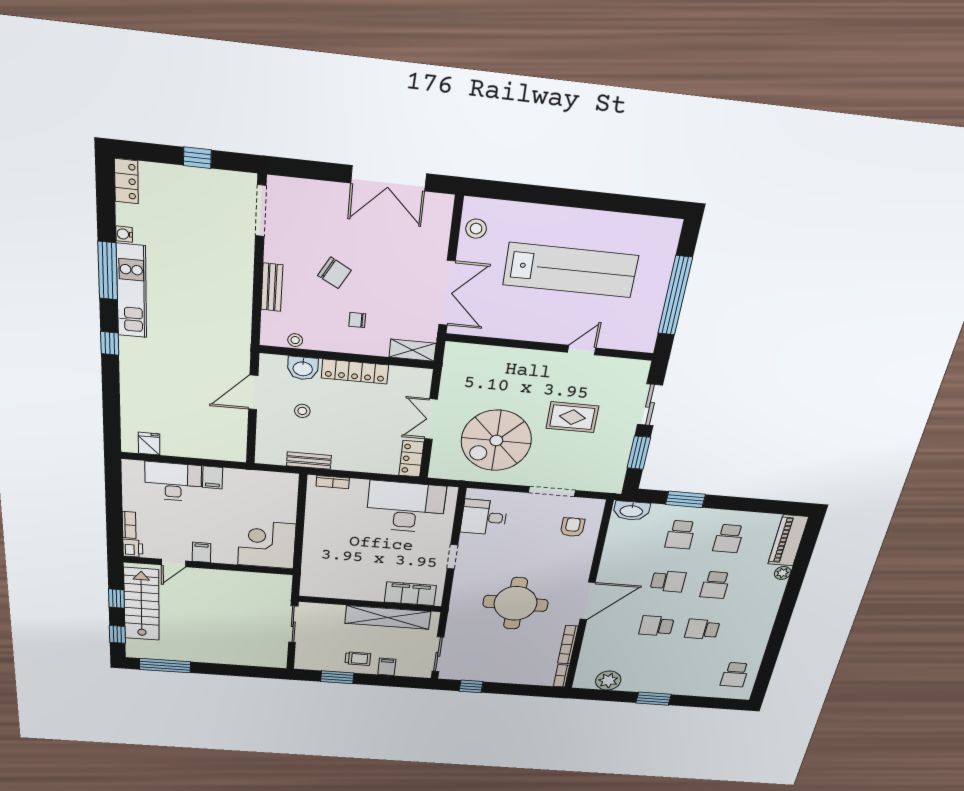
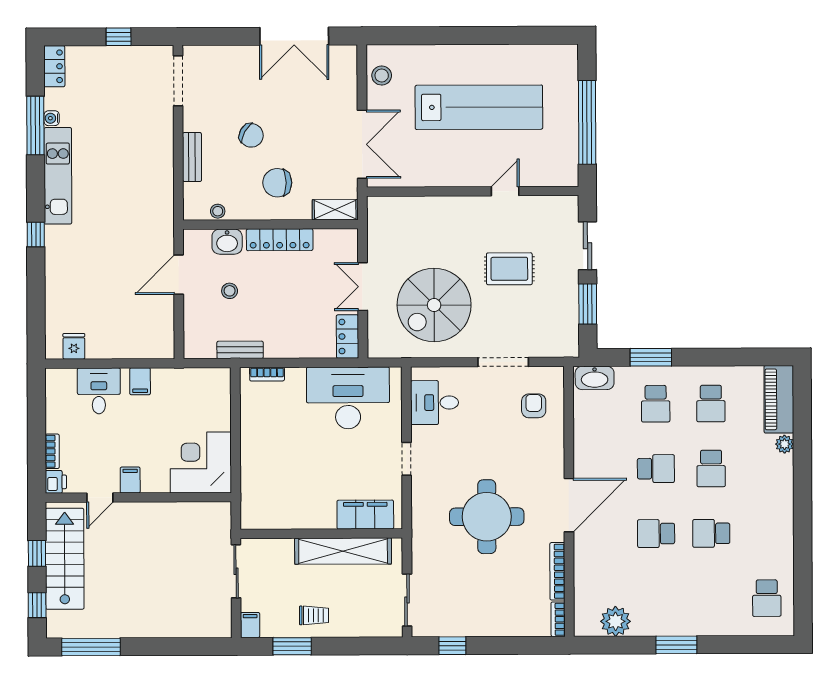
window: (108, 271) -> (35, 126), moved
chair: (357, 320) -> (277, 183), width x1.87, depth x1.87
desk: (173, 482) -> (99, 391), width x0.73
filing cabinet: (387, 667) -> (250, 625), moved

